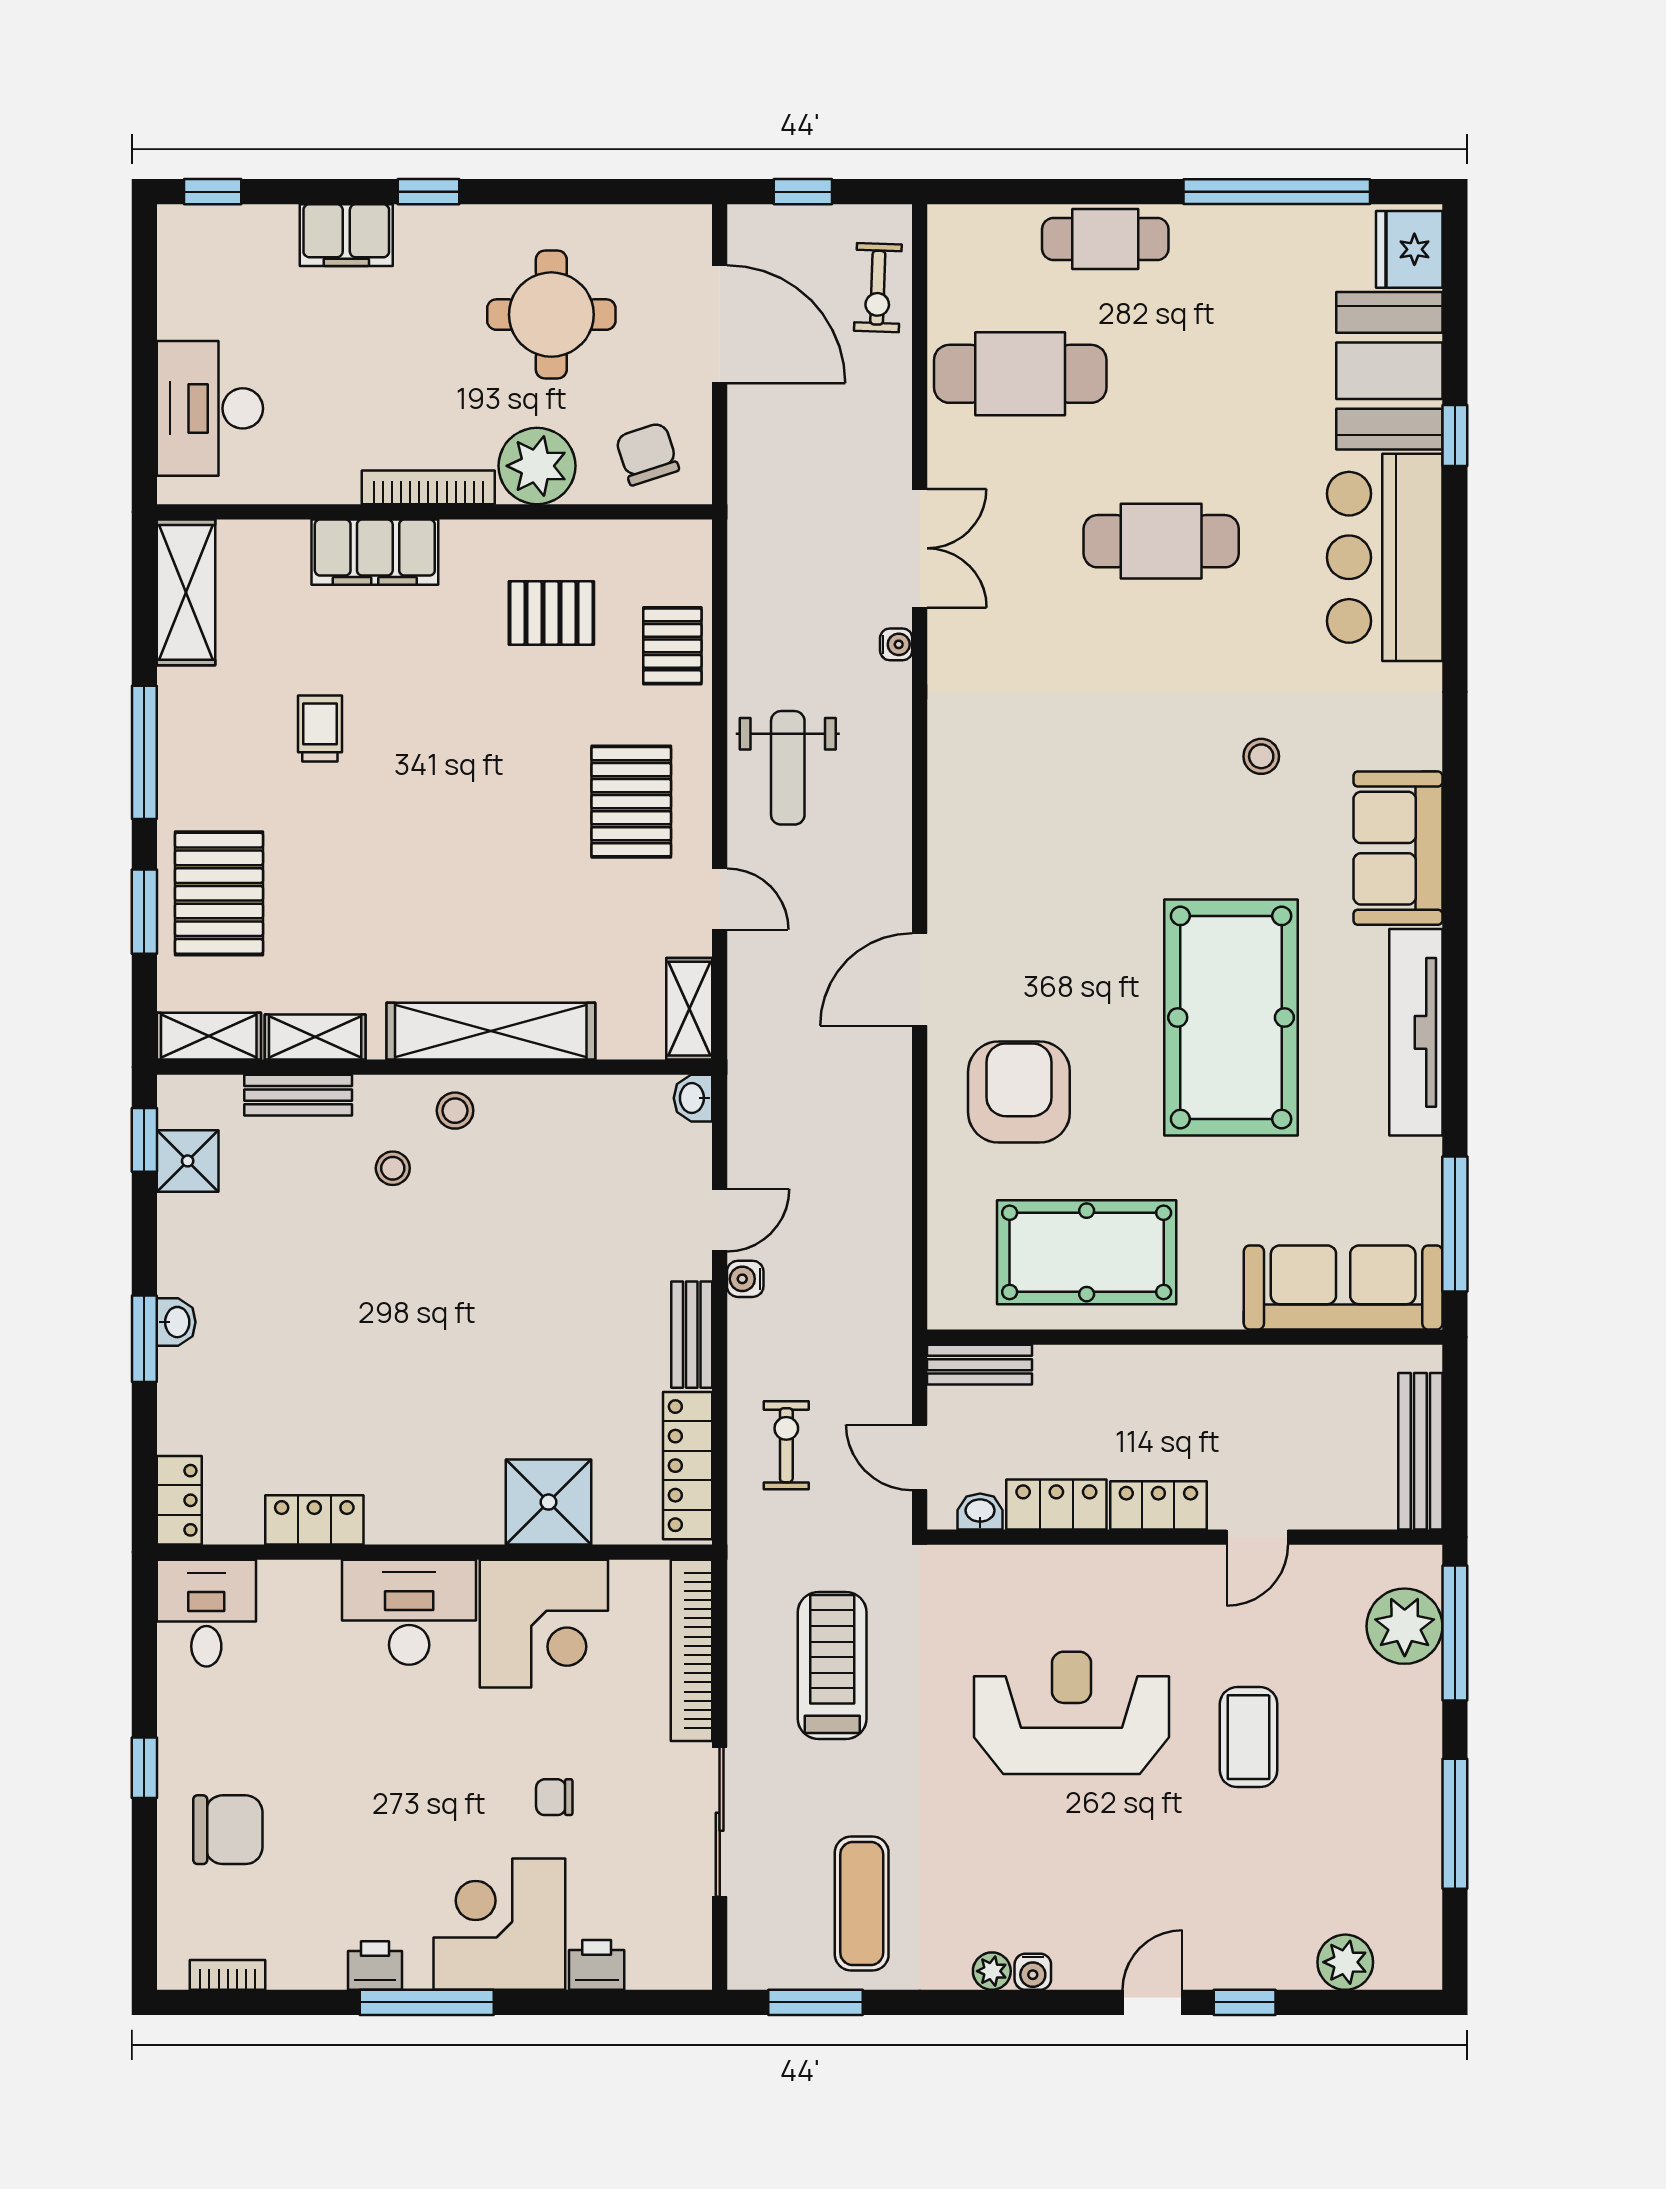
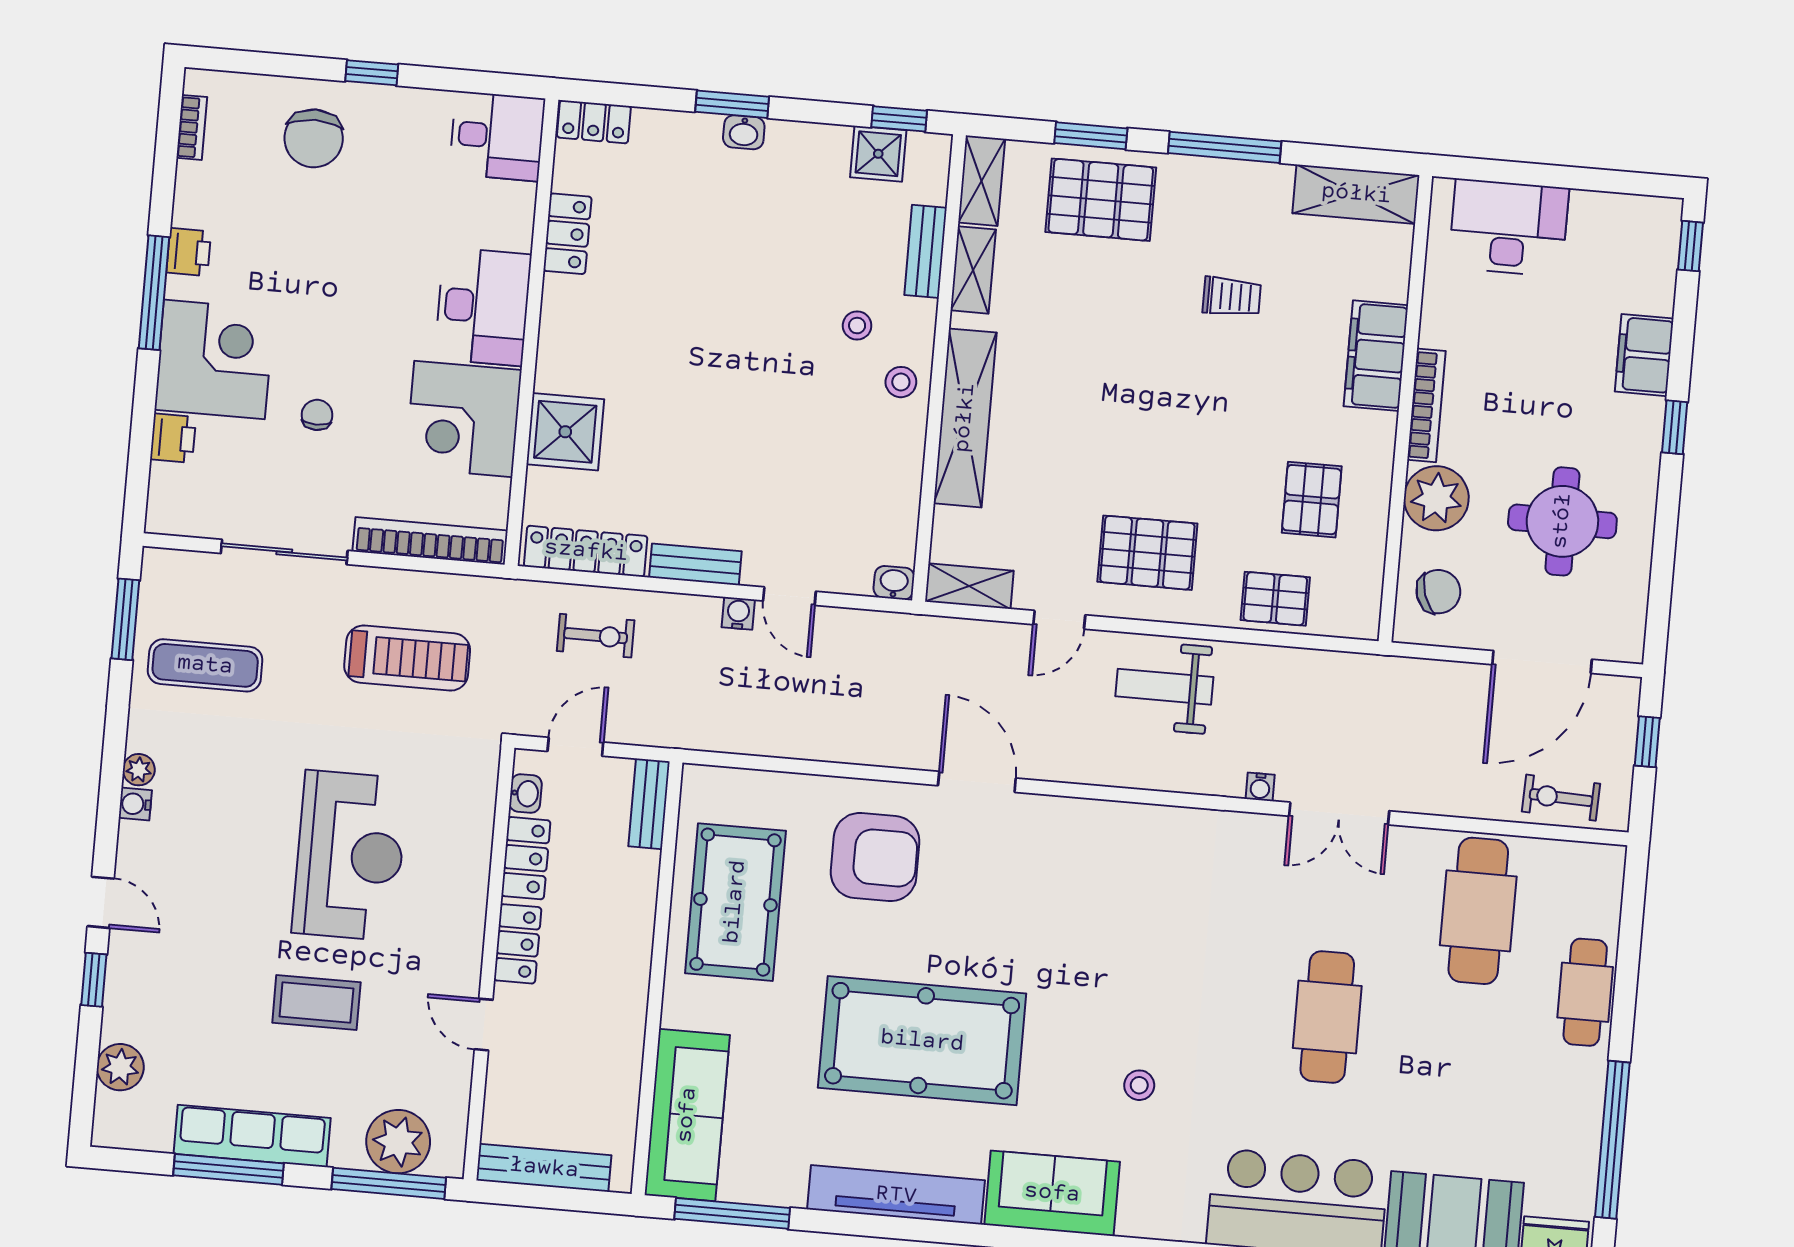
row of seats: (1413, 1799) -> (252, 1136), added

